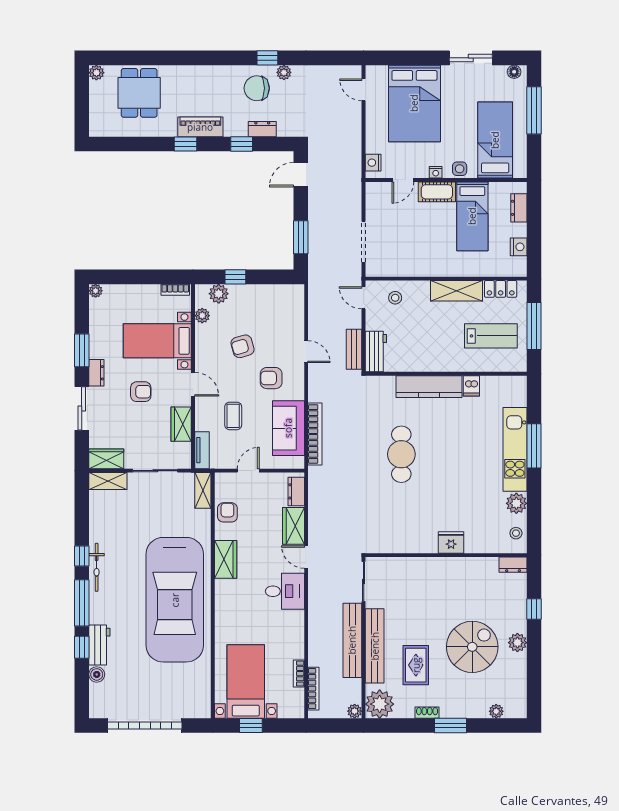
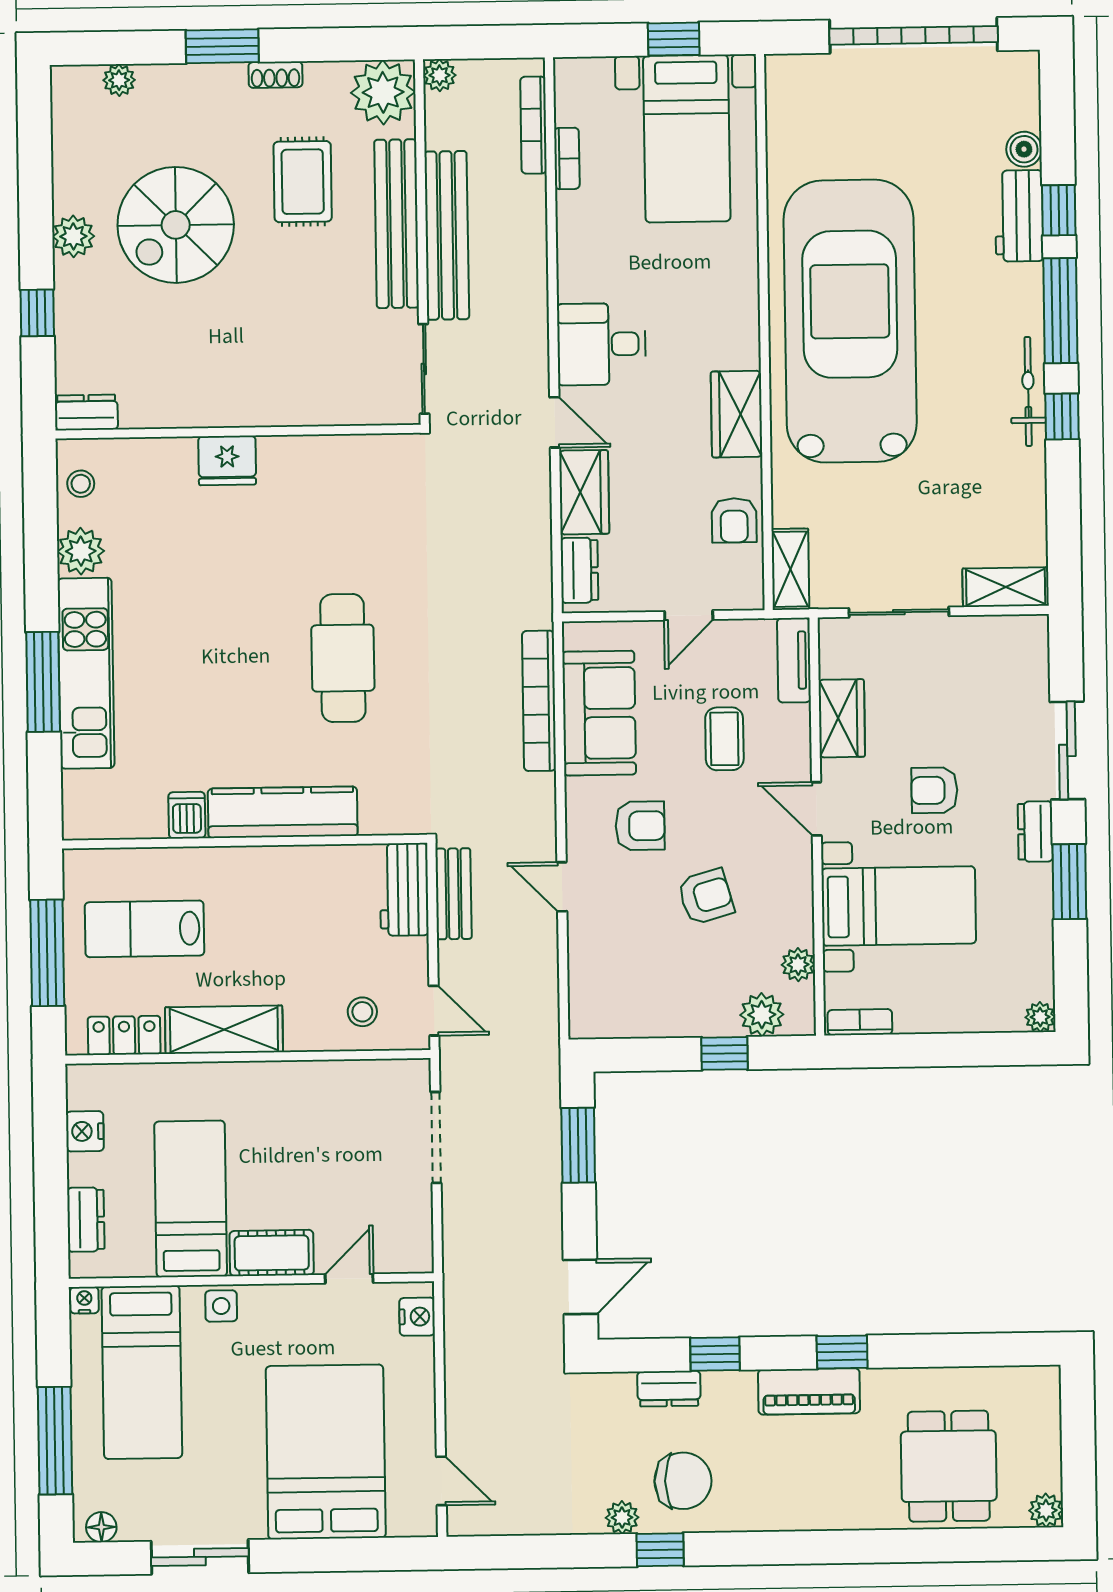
nightstand: (436, 172) -> (84, 1300), moved
wardrobe: (106, 459) -> (1010, 637), removed

